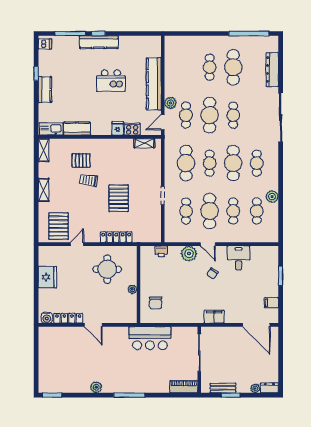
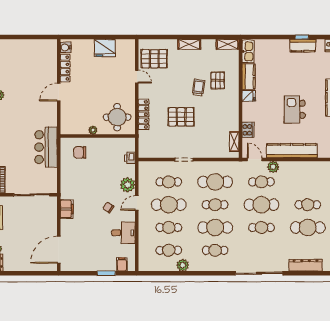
kitchen counter: (45, 89) -> (303, 46), moved
fridge: (118, 128) -> (249, 96), moved
round table: (107, 269) -> (117, 117), moved
filing cabinet: (271, 303) -> (122, 264), moved

